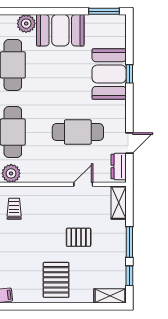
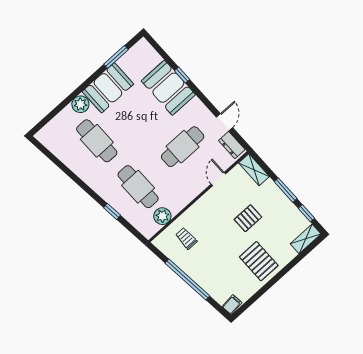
window: (104, 11) -> (116, 57), moved

